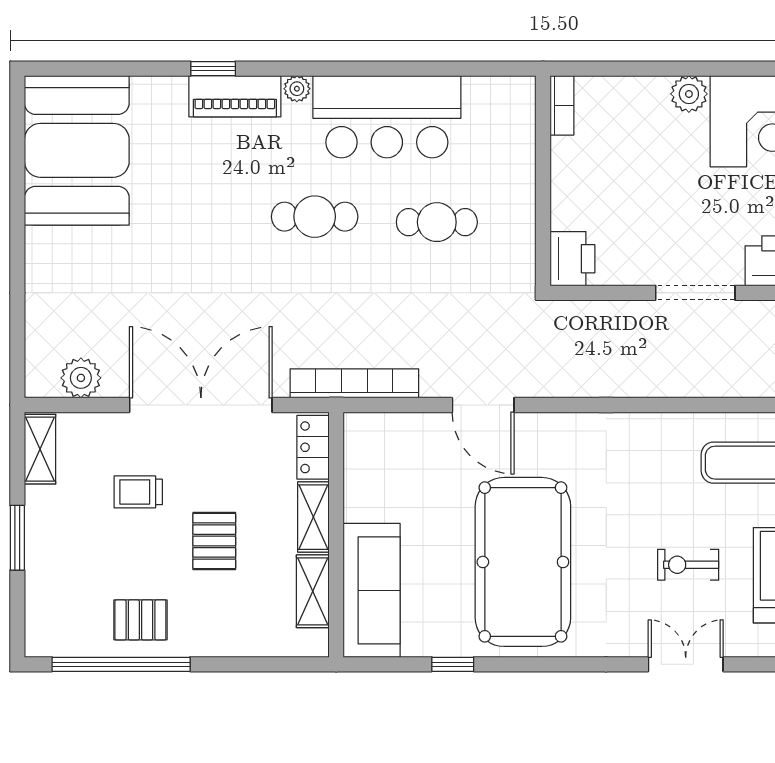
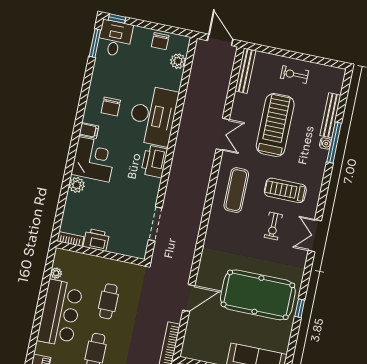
plant: (297, 89) -> (56, 273), moved
printer: (572, 259) -> (96, 240), moved
doorway: (695, 293) -> (155, 224), moved
window: (453, 664) -> (300, 308), moved

